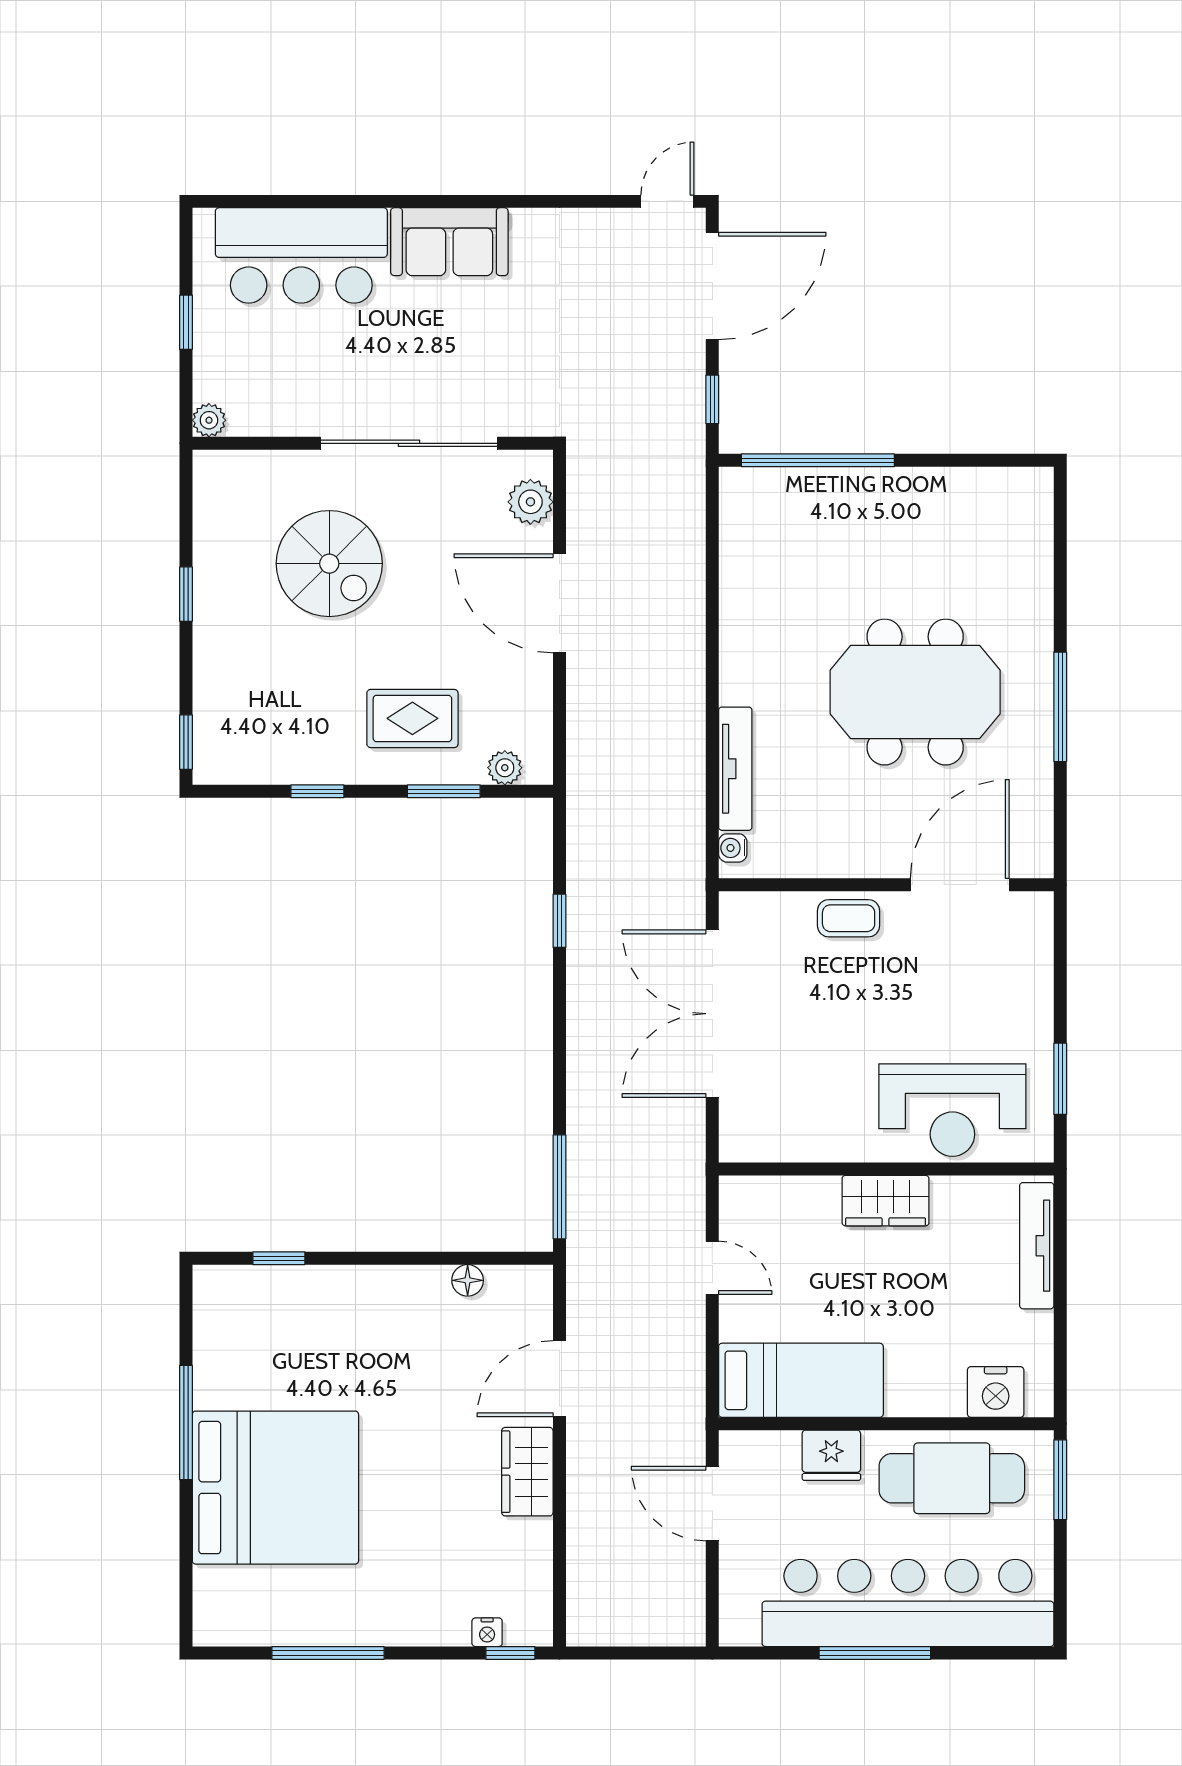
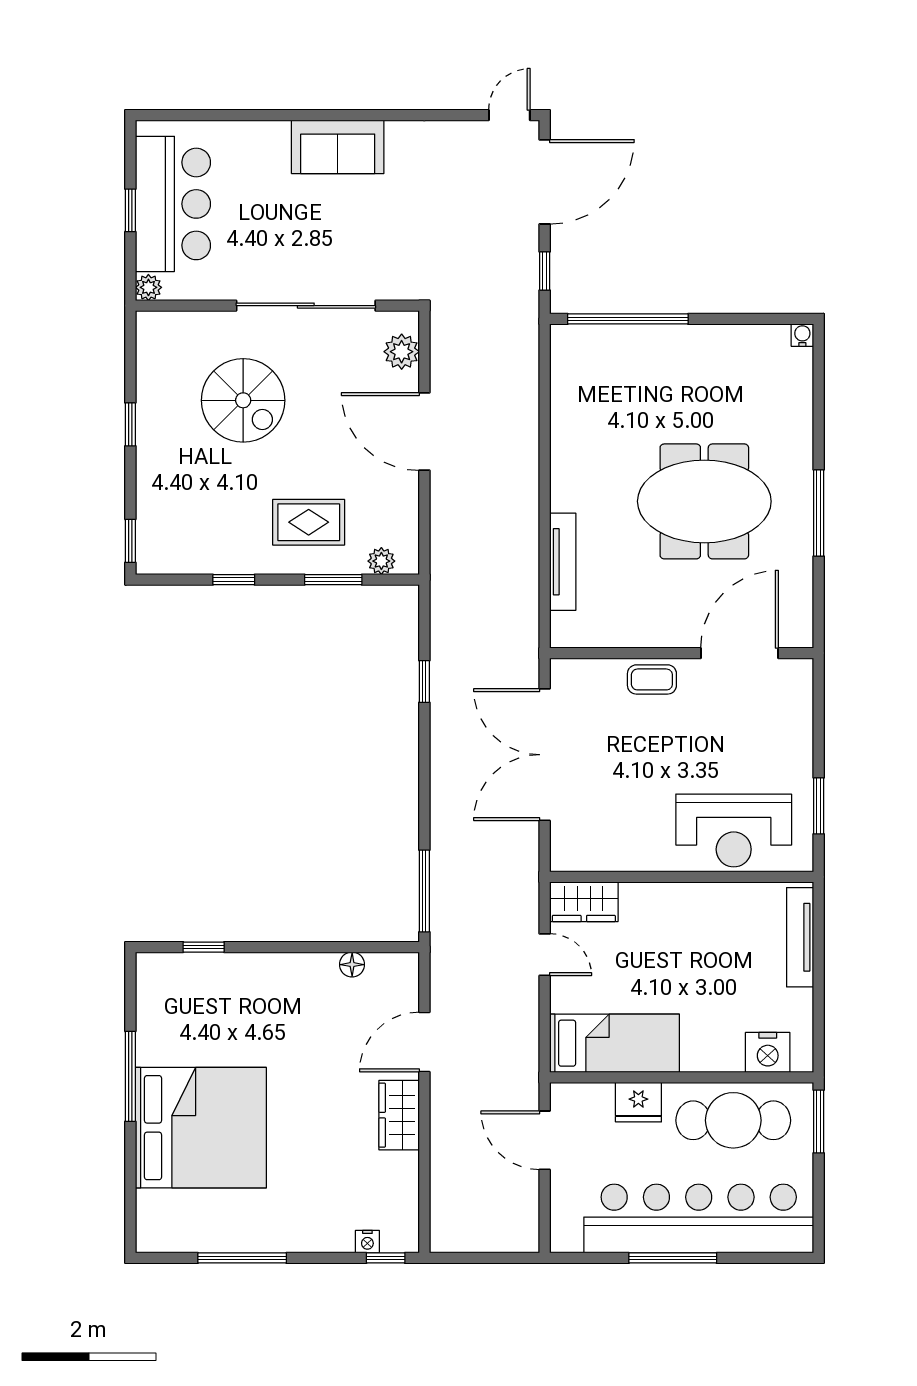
bar counter: (301, 255) -> (173, 204), moved, turned -90
water cooler: (733, 848) -> (802, 335), moved, turned 90
wardrobe: (886, 1201) -> (584, 902), moved

